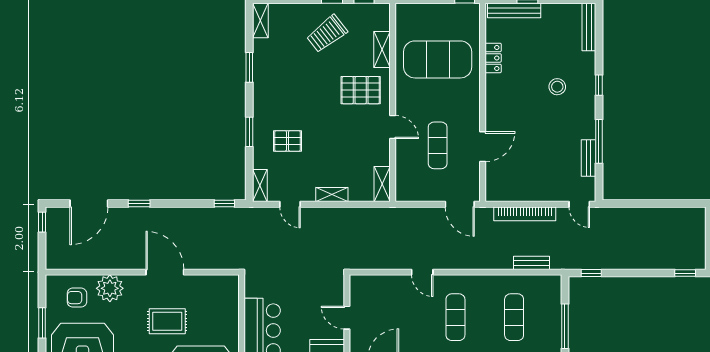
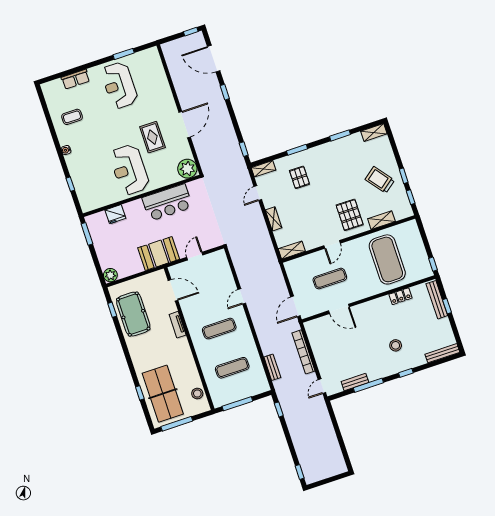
plant: (110, 288) -> (187, 169), moved
armchair: (77, 298) -> (148, 72), removed

